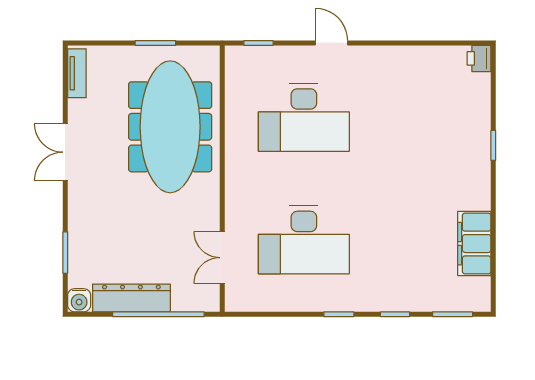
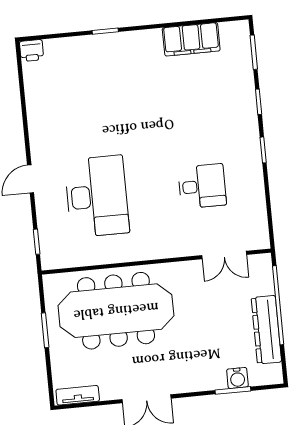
desk: (304, 240) -> (202, 186), width x0.53, depth x0.77
water cooler: (79, 300) -> (237, 378), moved, turned 90

